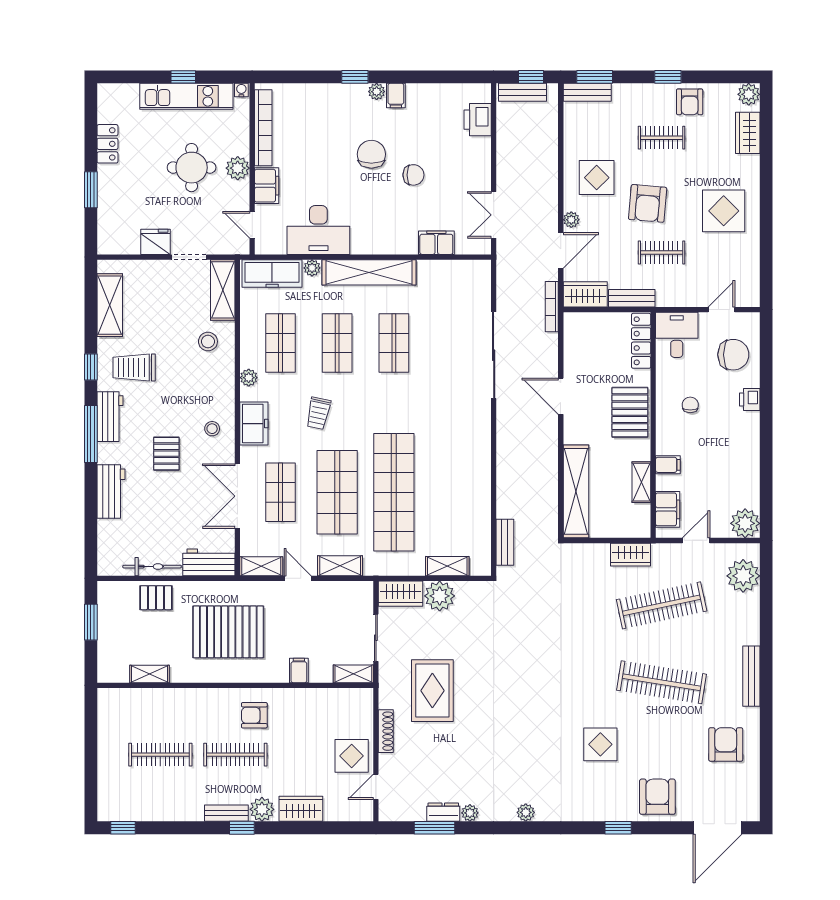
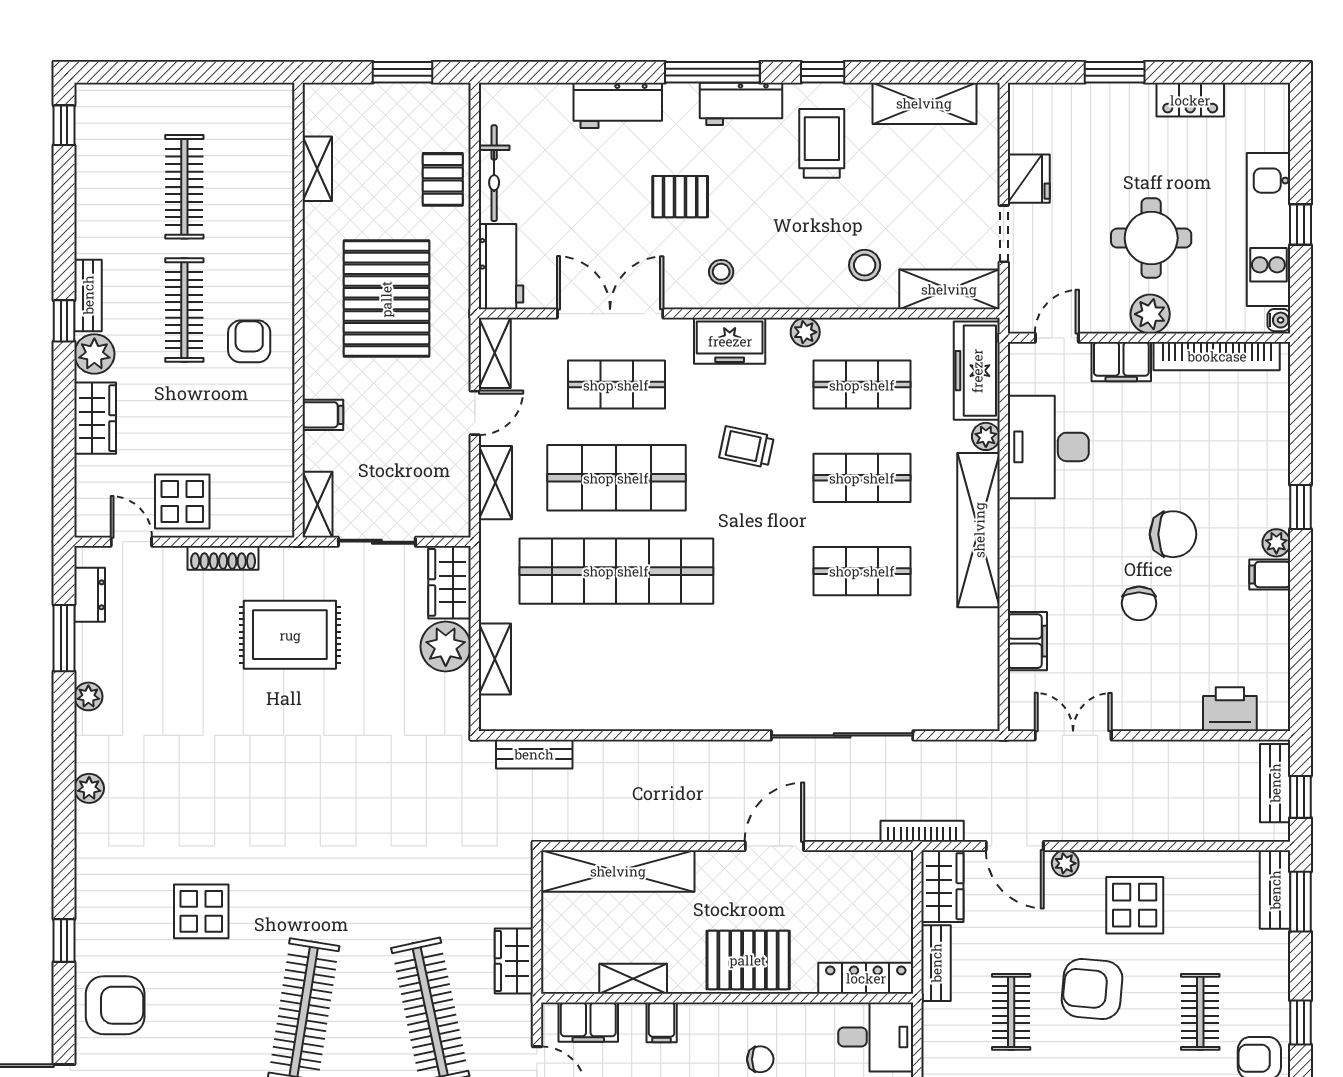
dresser: (443, 812) -> (90, 595), moved

